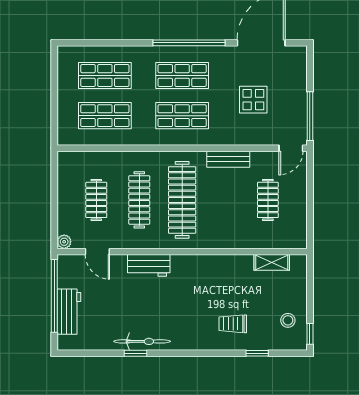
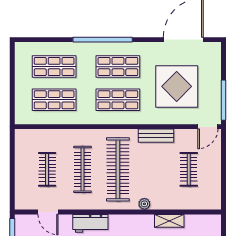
window: (189, 43) -> (103, 40), moved
display table: (253, 100) -> (177, 86), width x1.86, depth x1.86
plant: (64, 242) -> (144, 204), moved
shelving: (272, 262) -> (169, 221), moved

